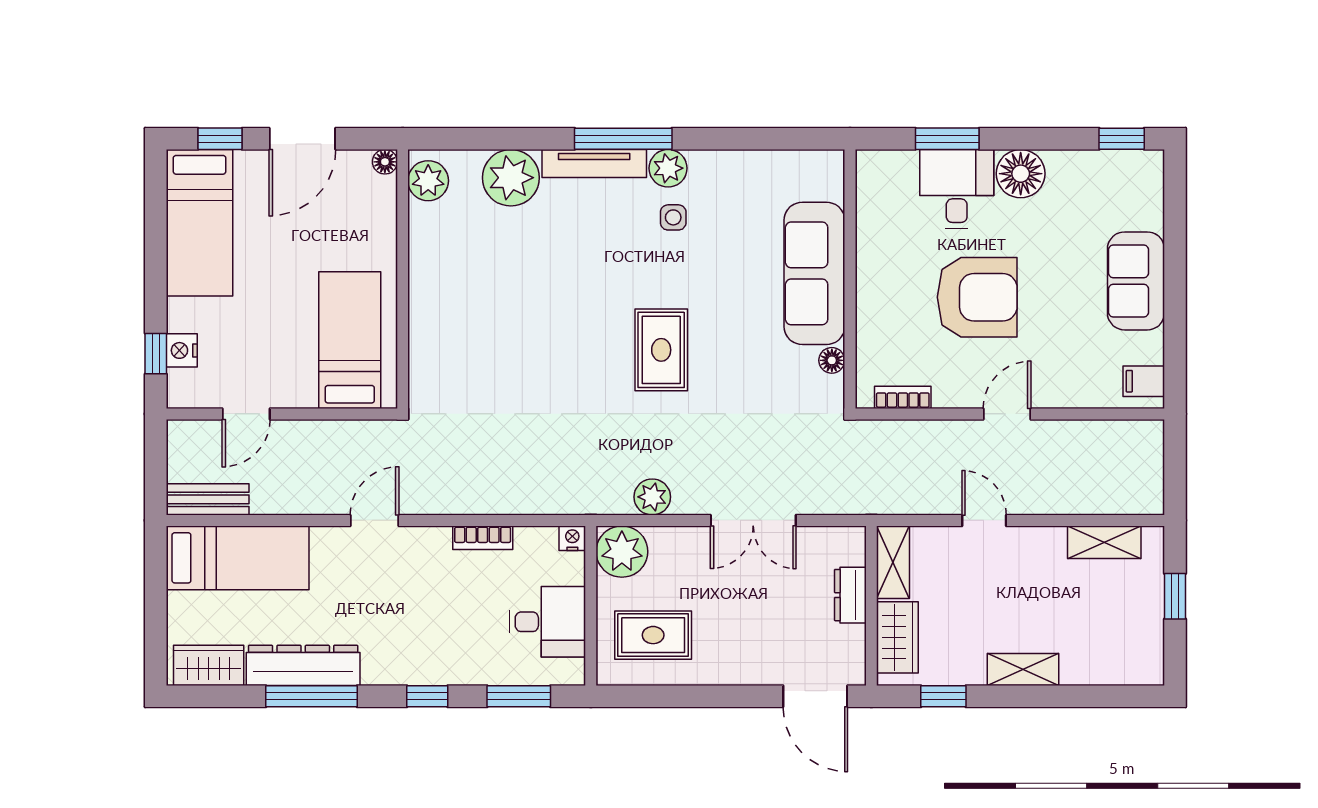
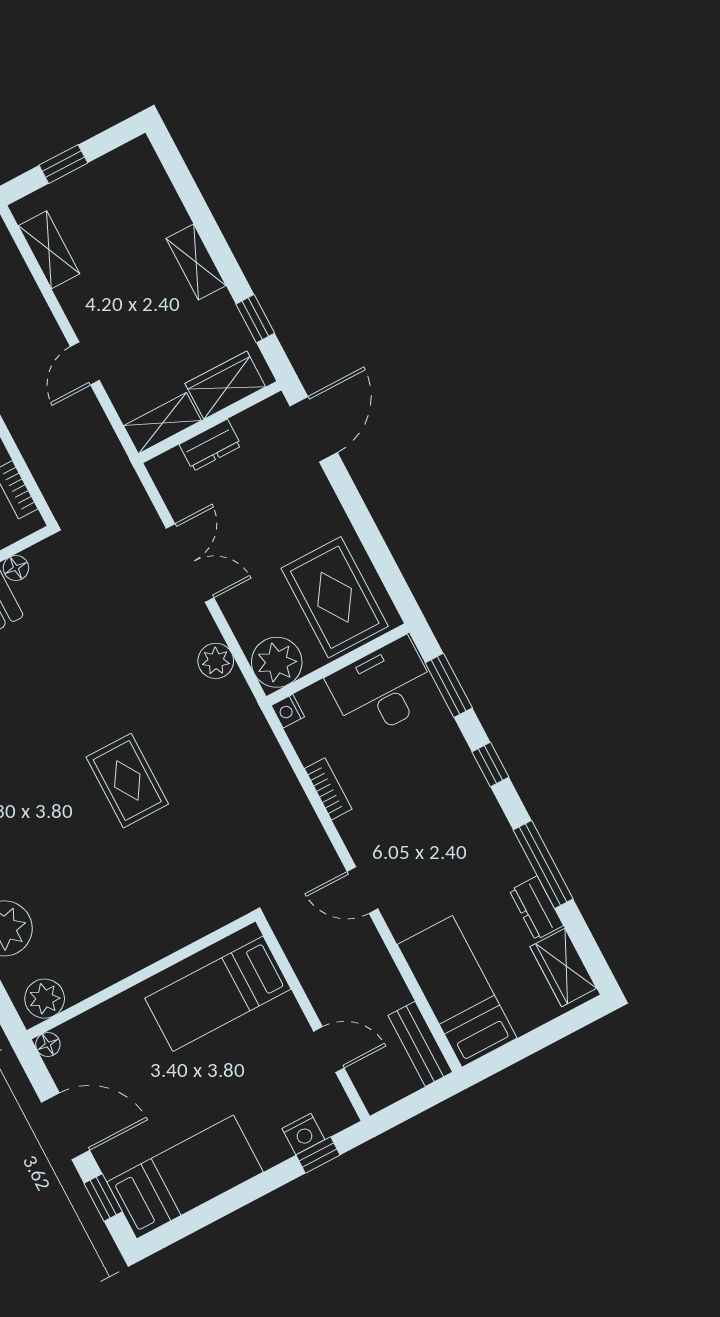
rug: (661, 350) -> (127, 781), moved, turned 90
desk: (547, 622) -> (383, 689), width x1.37
rug: (653, 635) -> (335, 597), width x1.36, depth x1.43
dresser: (303, 665) -> (536, 908), width x0.51, depth x0.80

